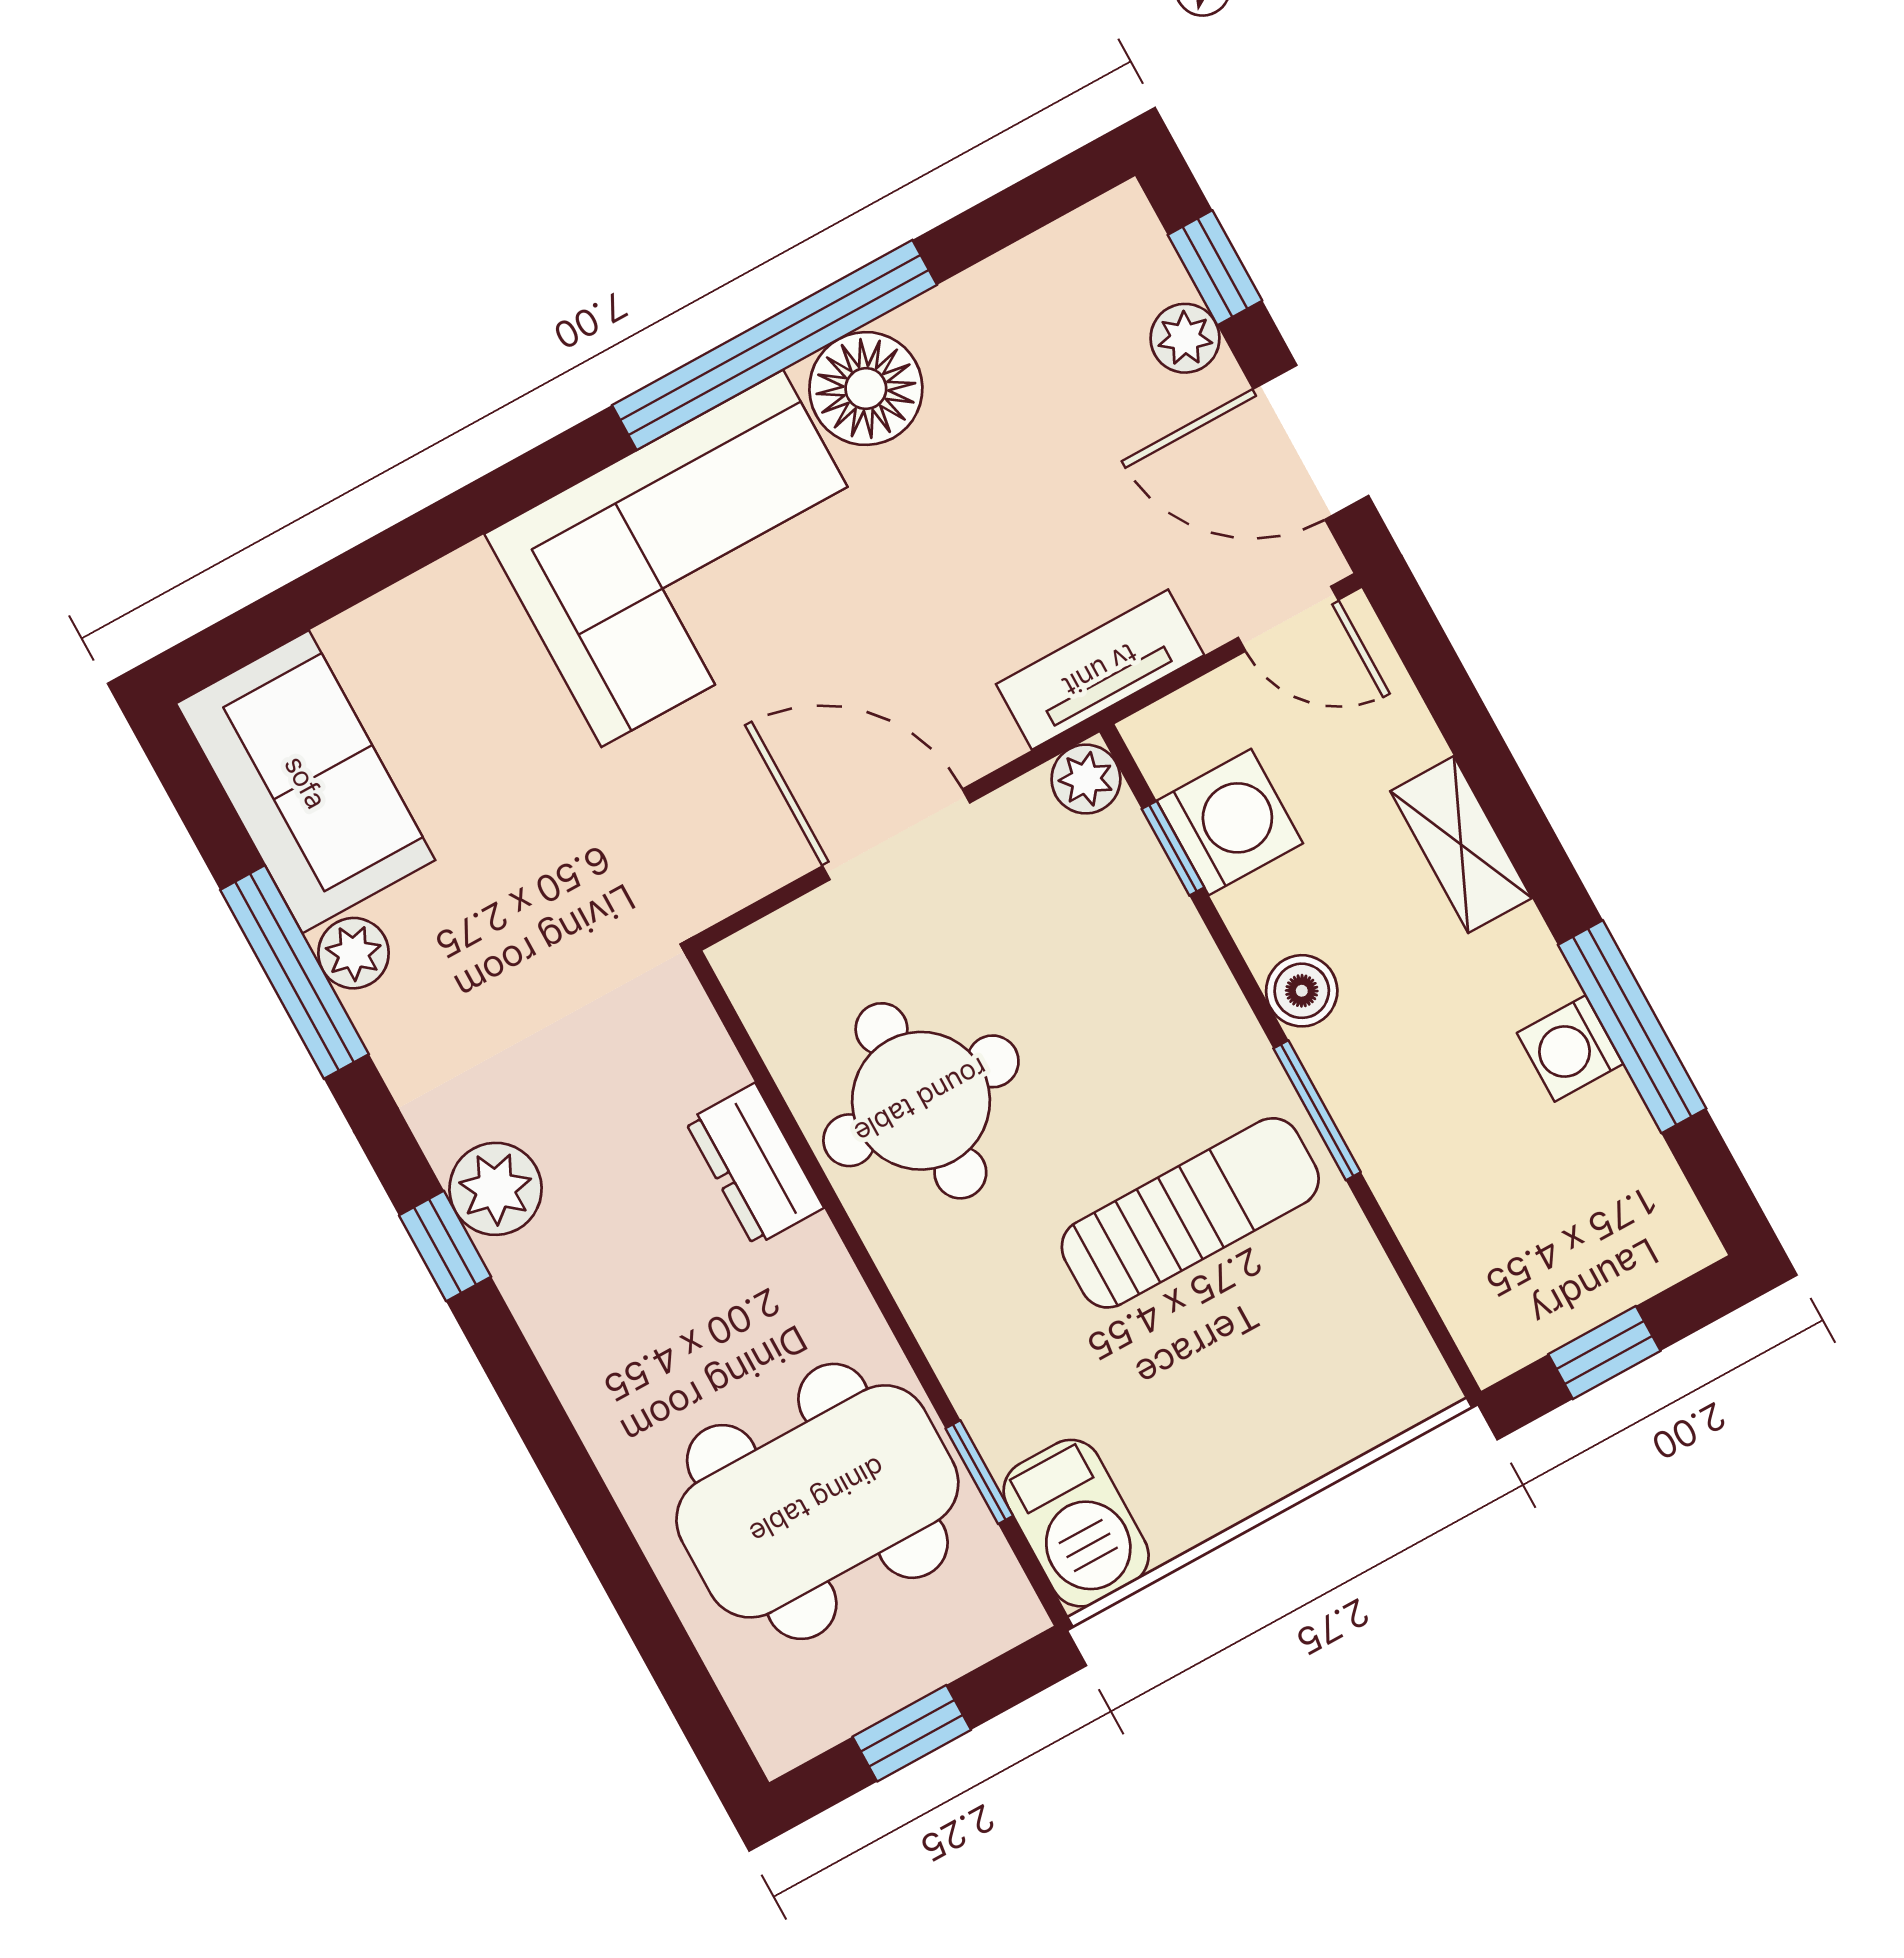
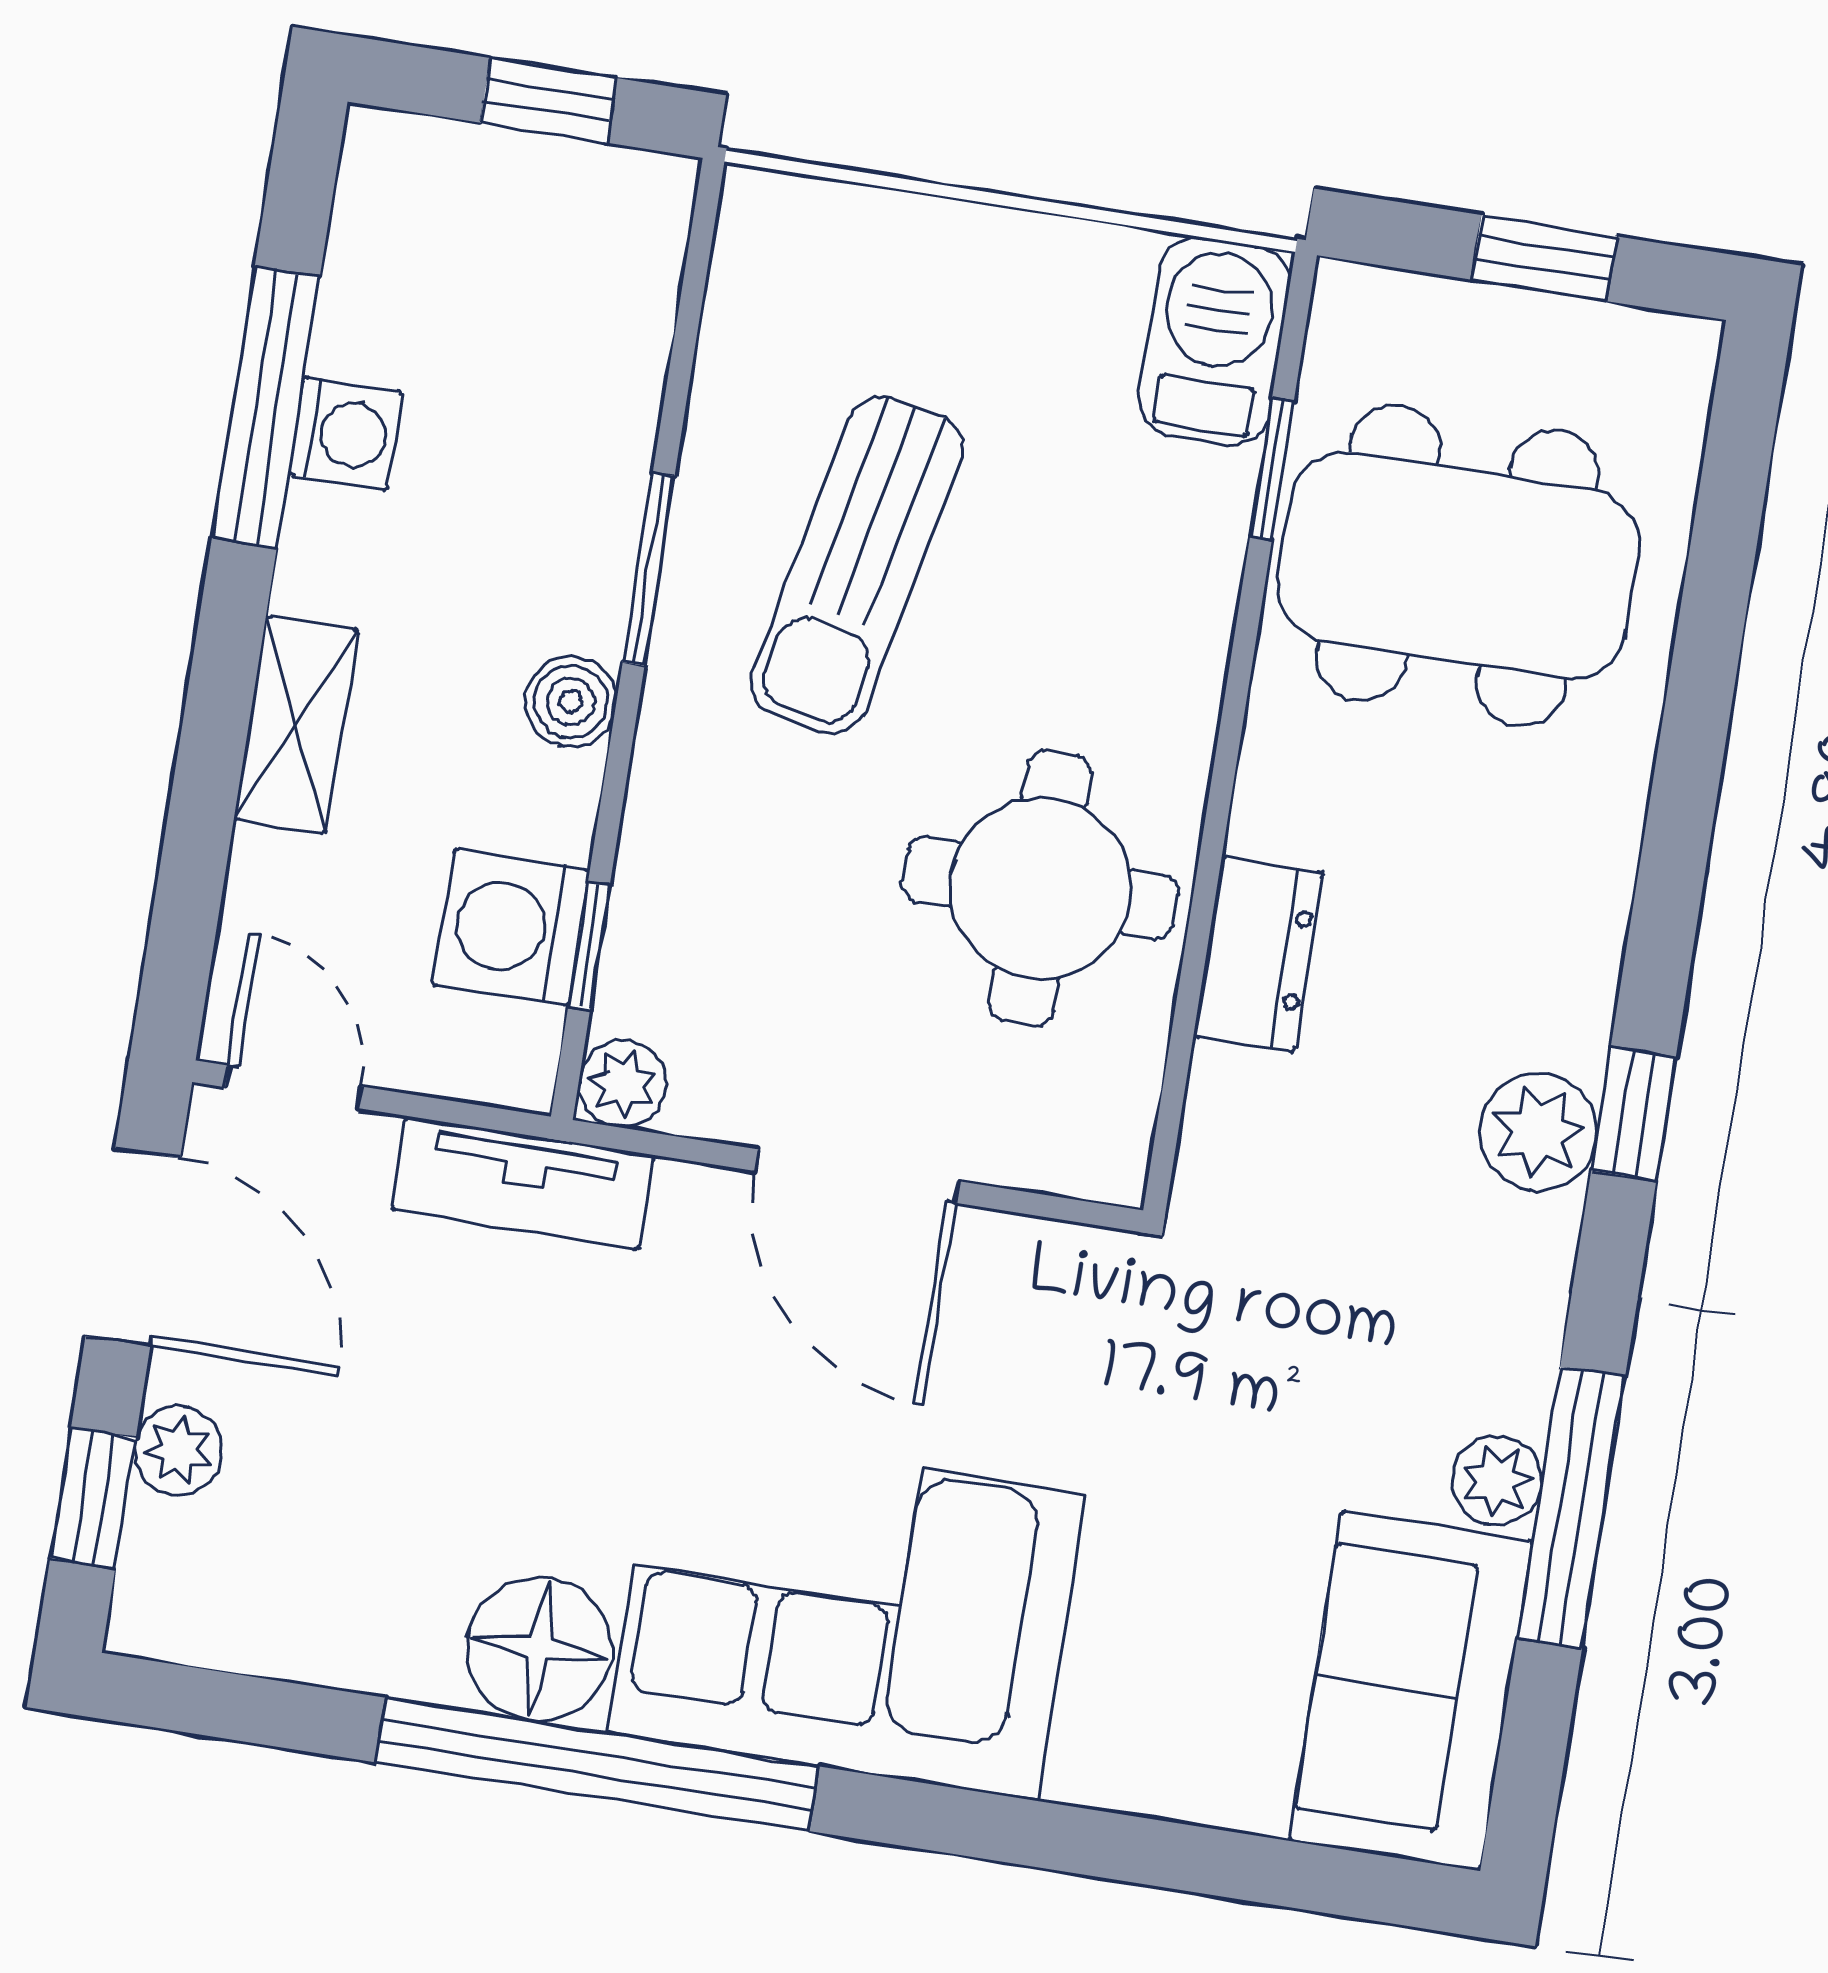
sun lounger: (1190, 1213) -> (857, 565), turned -78

